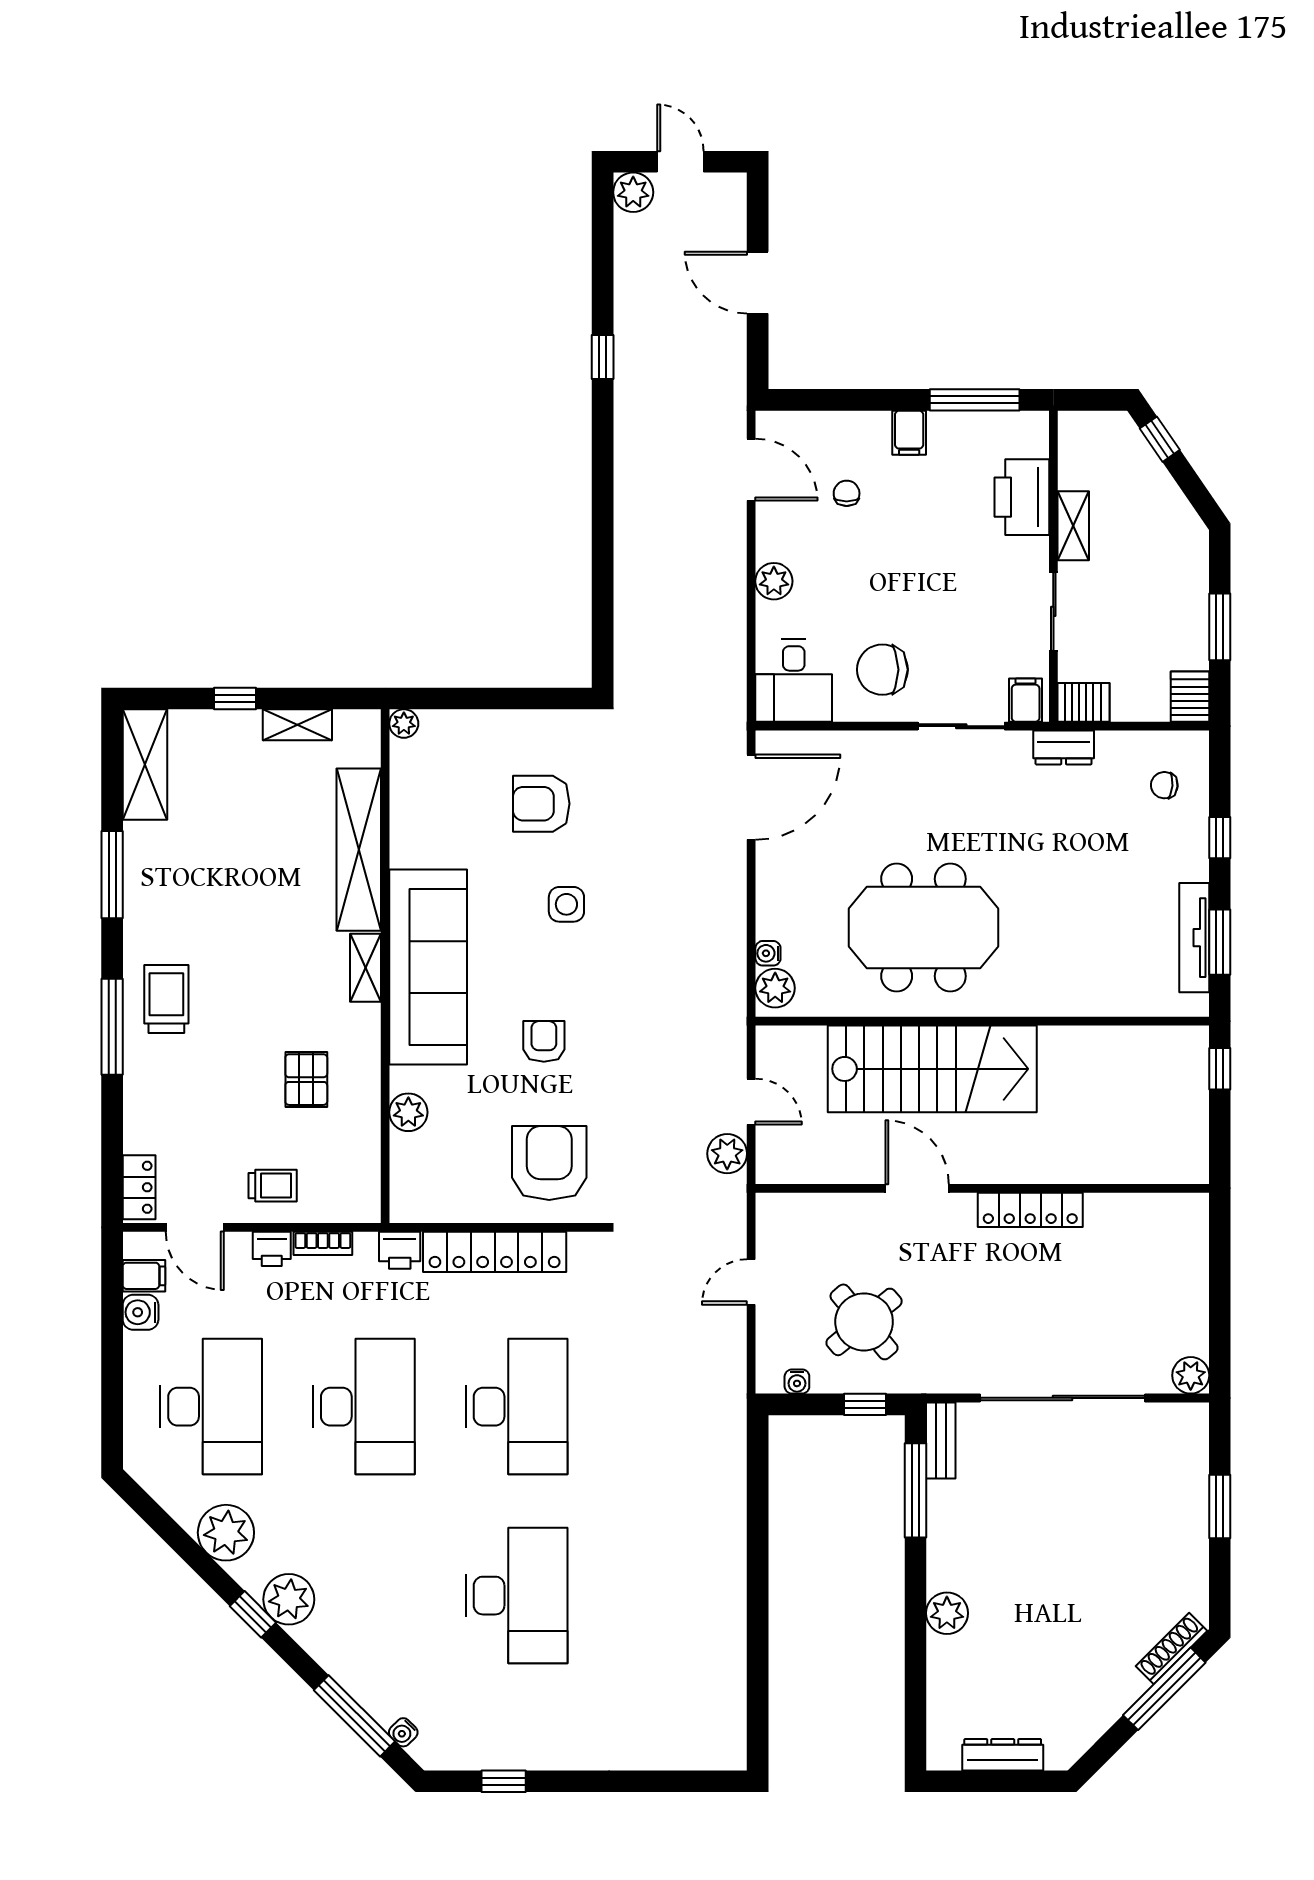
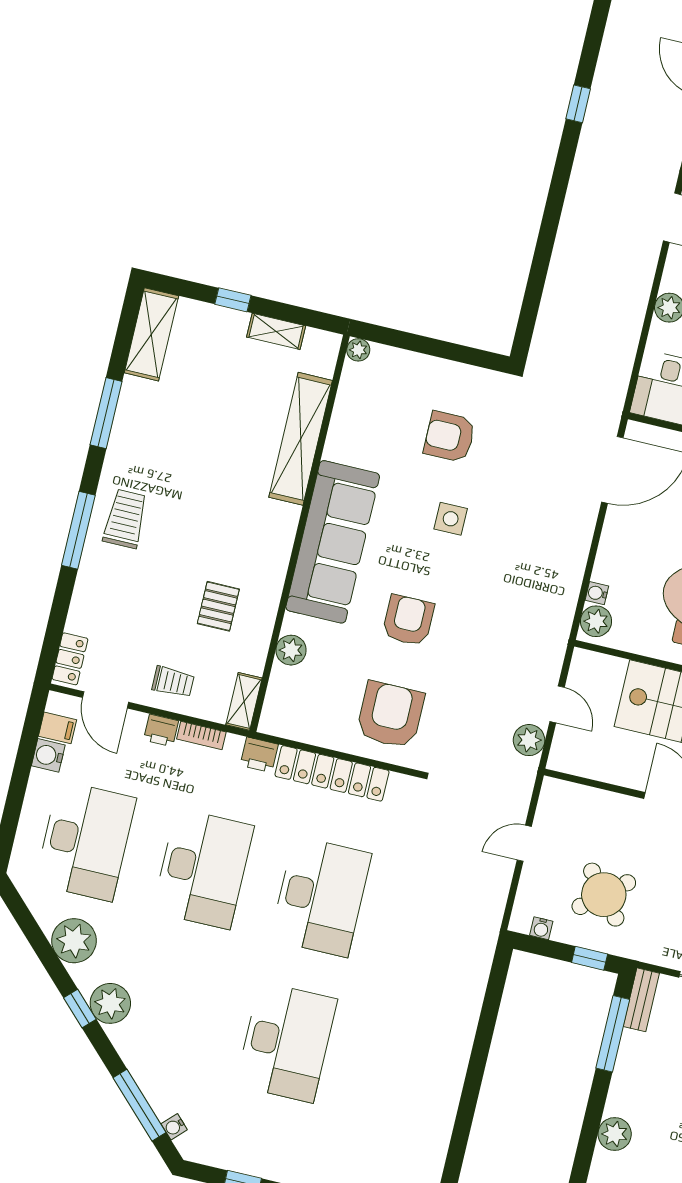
shelving: (365, 968) -> (244, 701), moved
armchair: (544, 1041) -> (408, 620), width x1.38, depth x1.38

